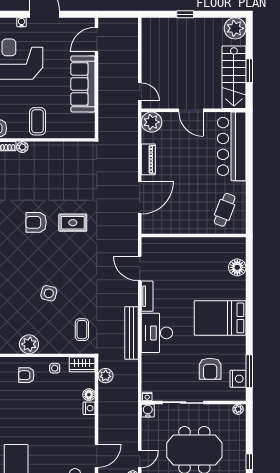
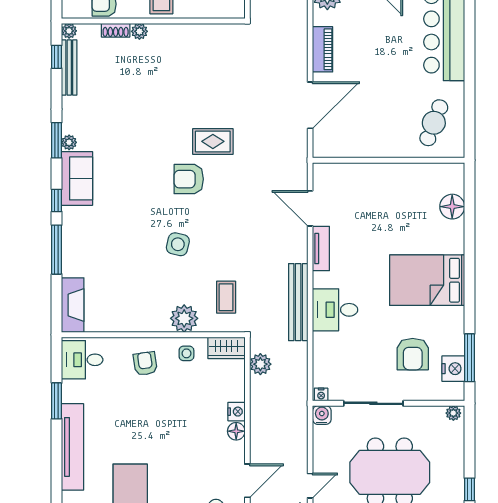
armchair: (36, 222) -> (189, 179), moved
desk: (157, 333) -> (335, 310), width x0.73
plant: (29, 344) -> (184, 318), moved
armchair: (26, 375) -> (145, 364), turned 82
floor lamp: (89, 395) -> (236, 431), moved

